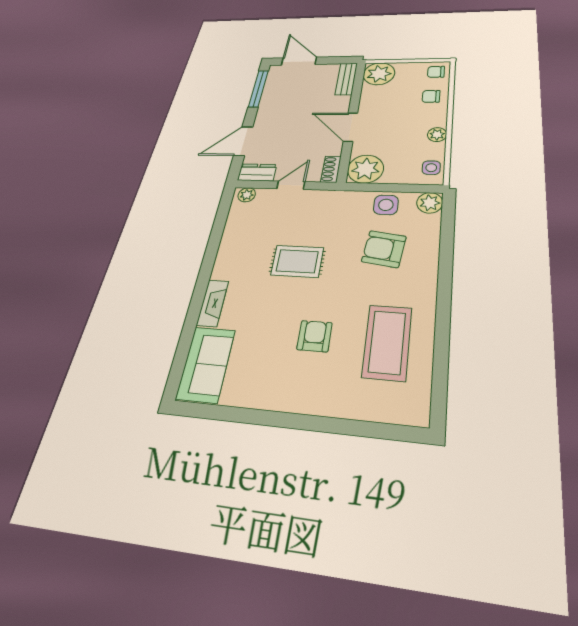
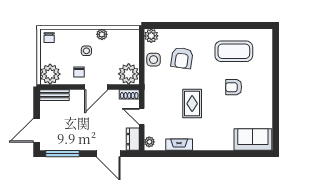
chair: (431, 96) -> (79, 72), moved
side table: (431, 168) -> (86, 51), moved
fireplace: (213, 303) -> (179, 145), moved

